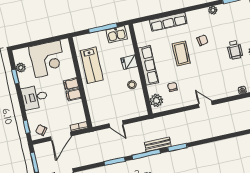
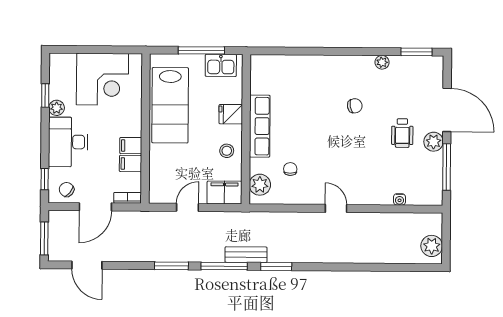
row of seats: (168, 22) -> (307, 64), removed
coffee table: (181, 53) -> (316, 119), removed
lab bench: (92, 65) -> (170, 105), width x1.36, depth x1.39
plant: (21, 68) -> (57, 108), moved
filing cabinet: (71, 84) -> (131, 164), moved
desk: (35, 97) -> (68, 142), width x1.37
filing cabinet: (136, 110) -> (225, 192), added
door: (116, 124) -> (187, 207), swing flipped

